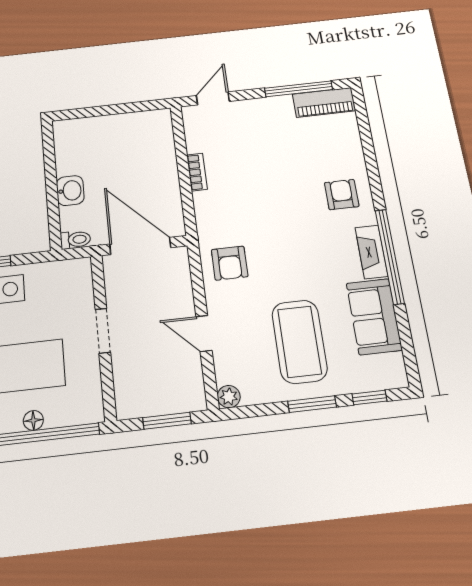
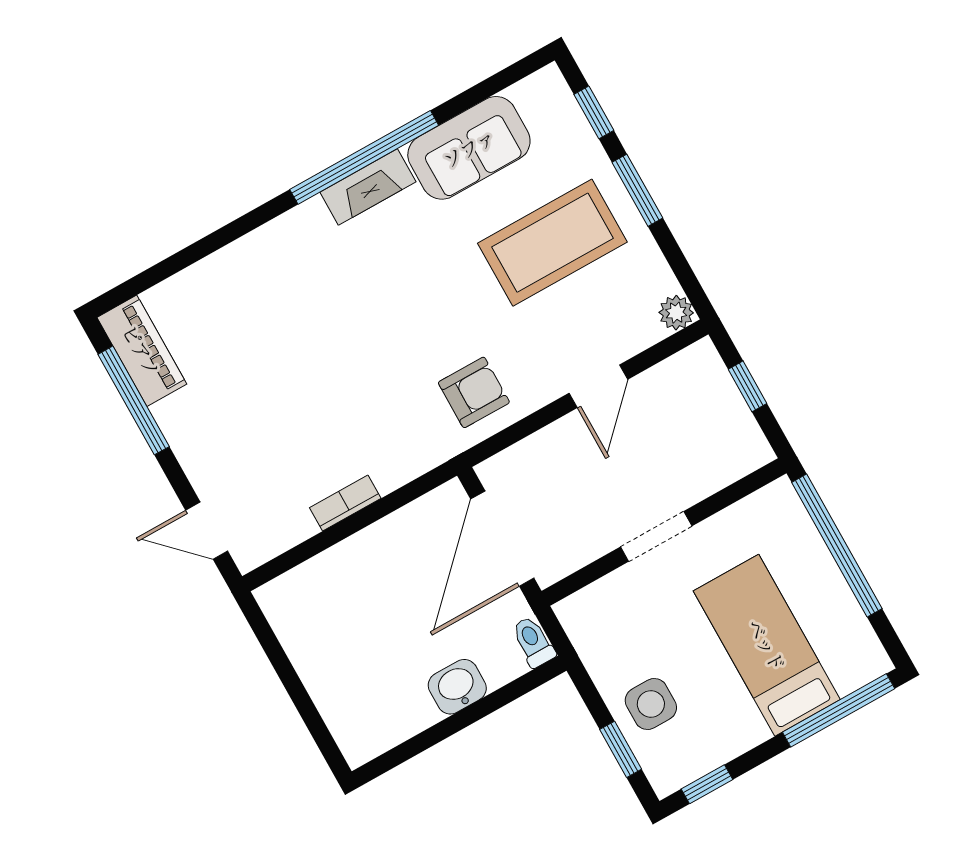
armchair: (342, 195) -> (292, 265), removed
floor lamp: (33, 420) -> (827, 577), removed
window: (167, 421) -> (748, 386), width x0.67

